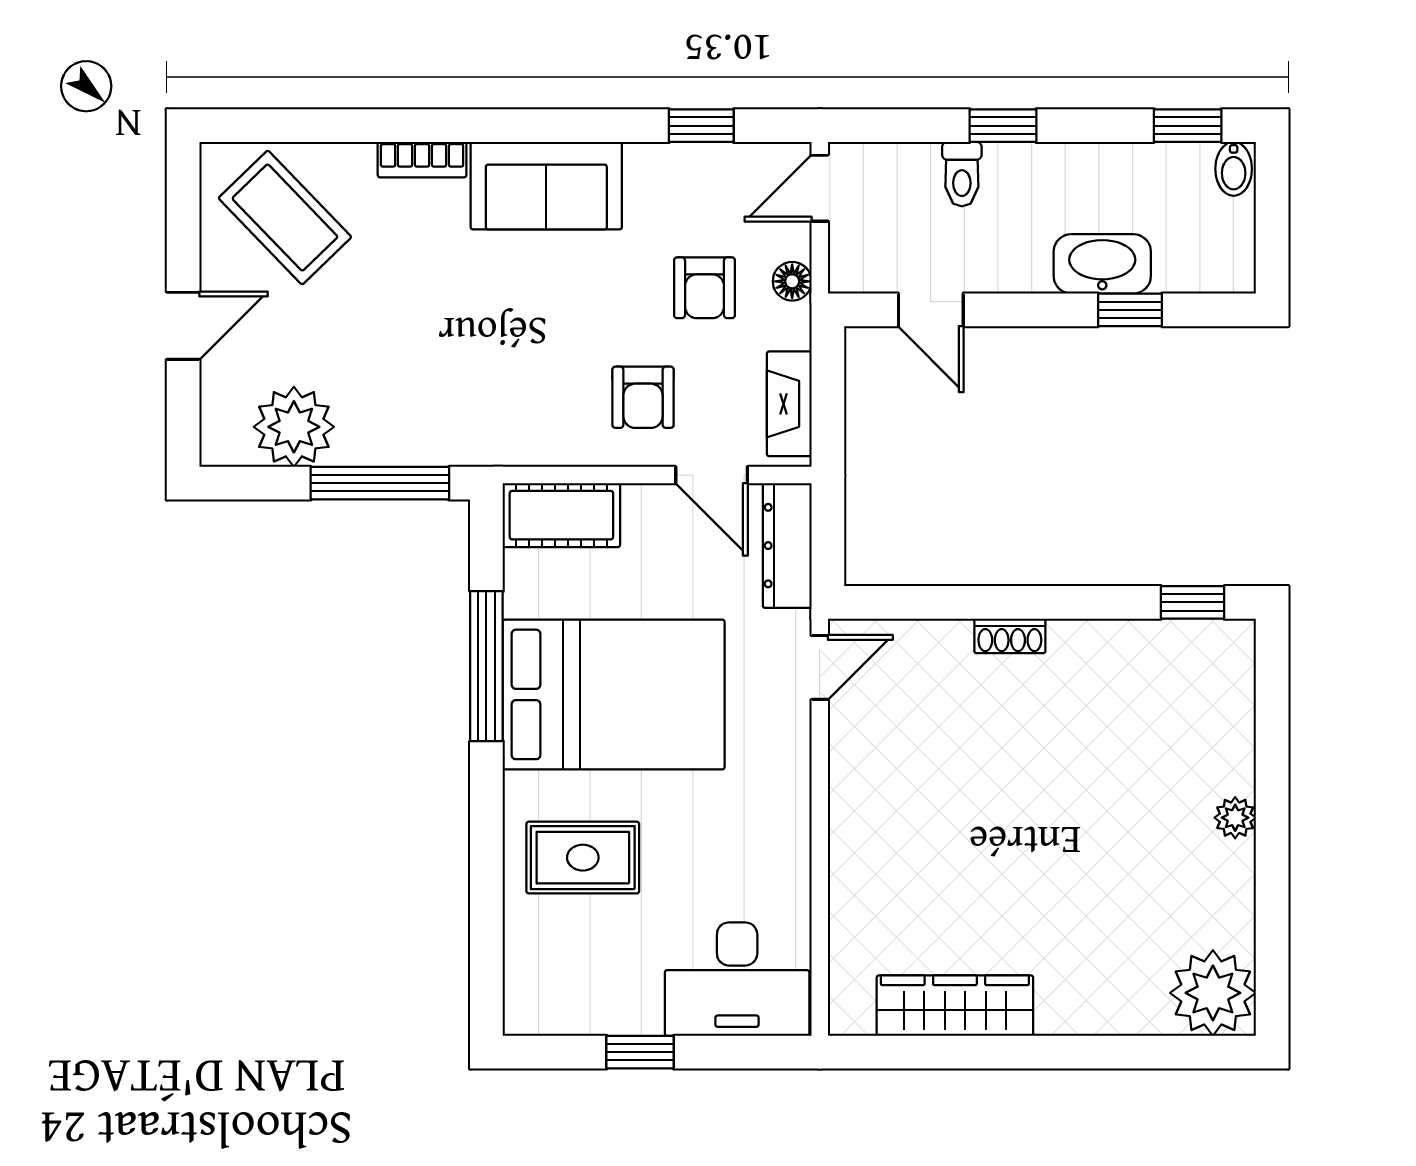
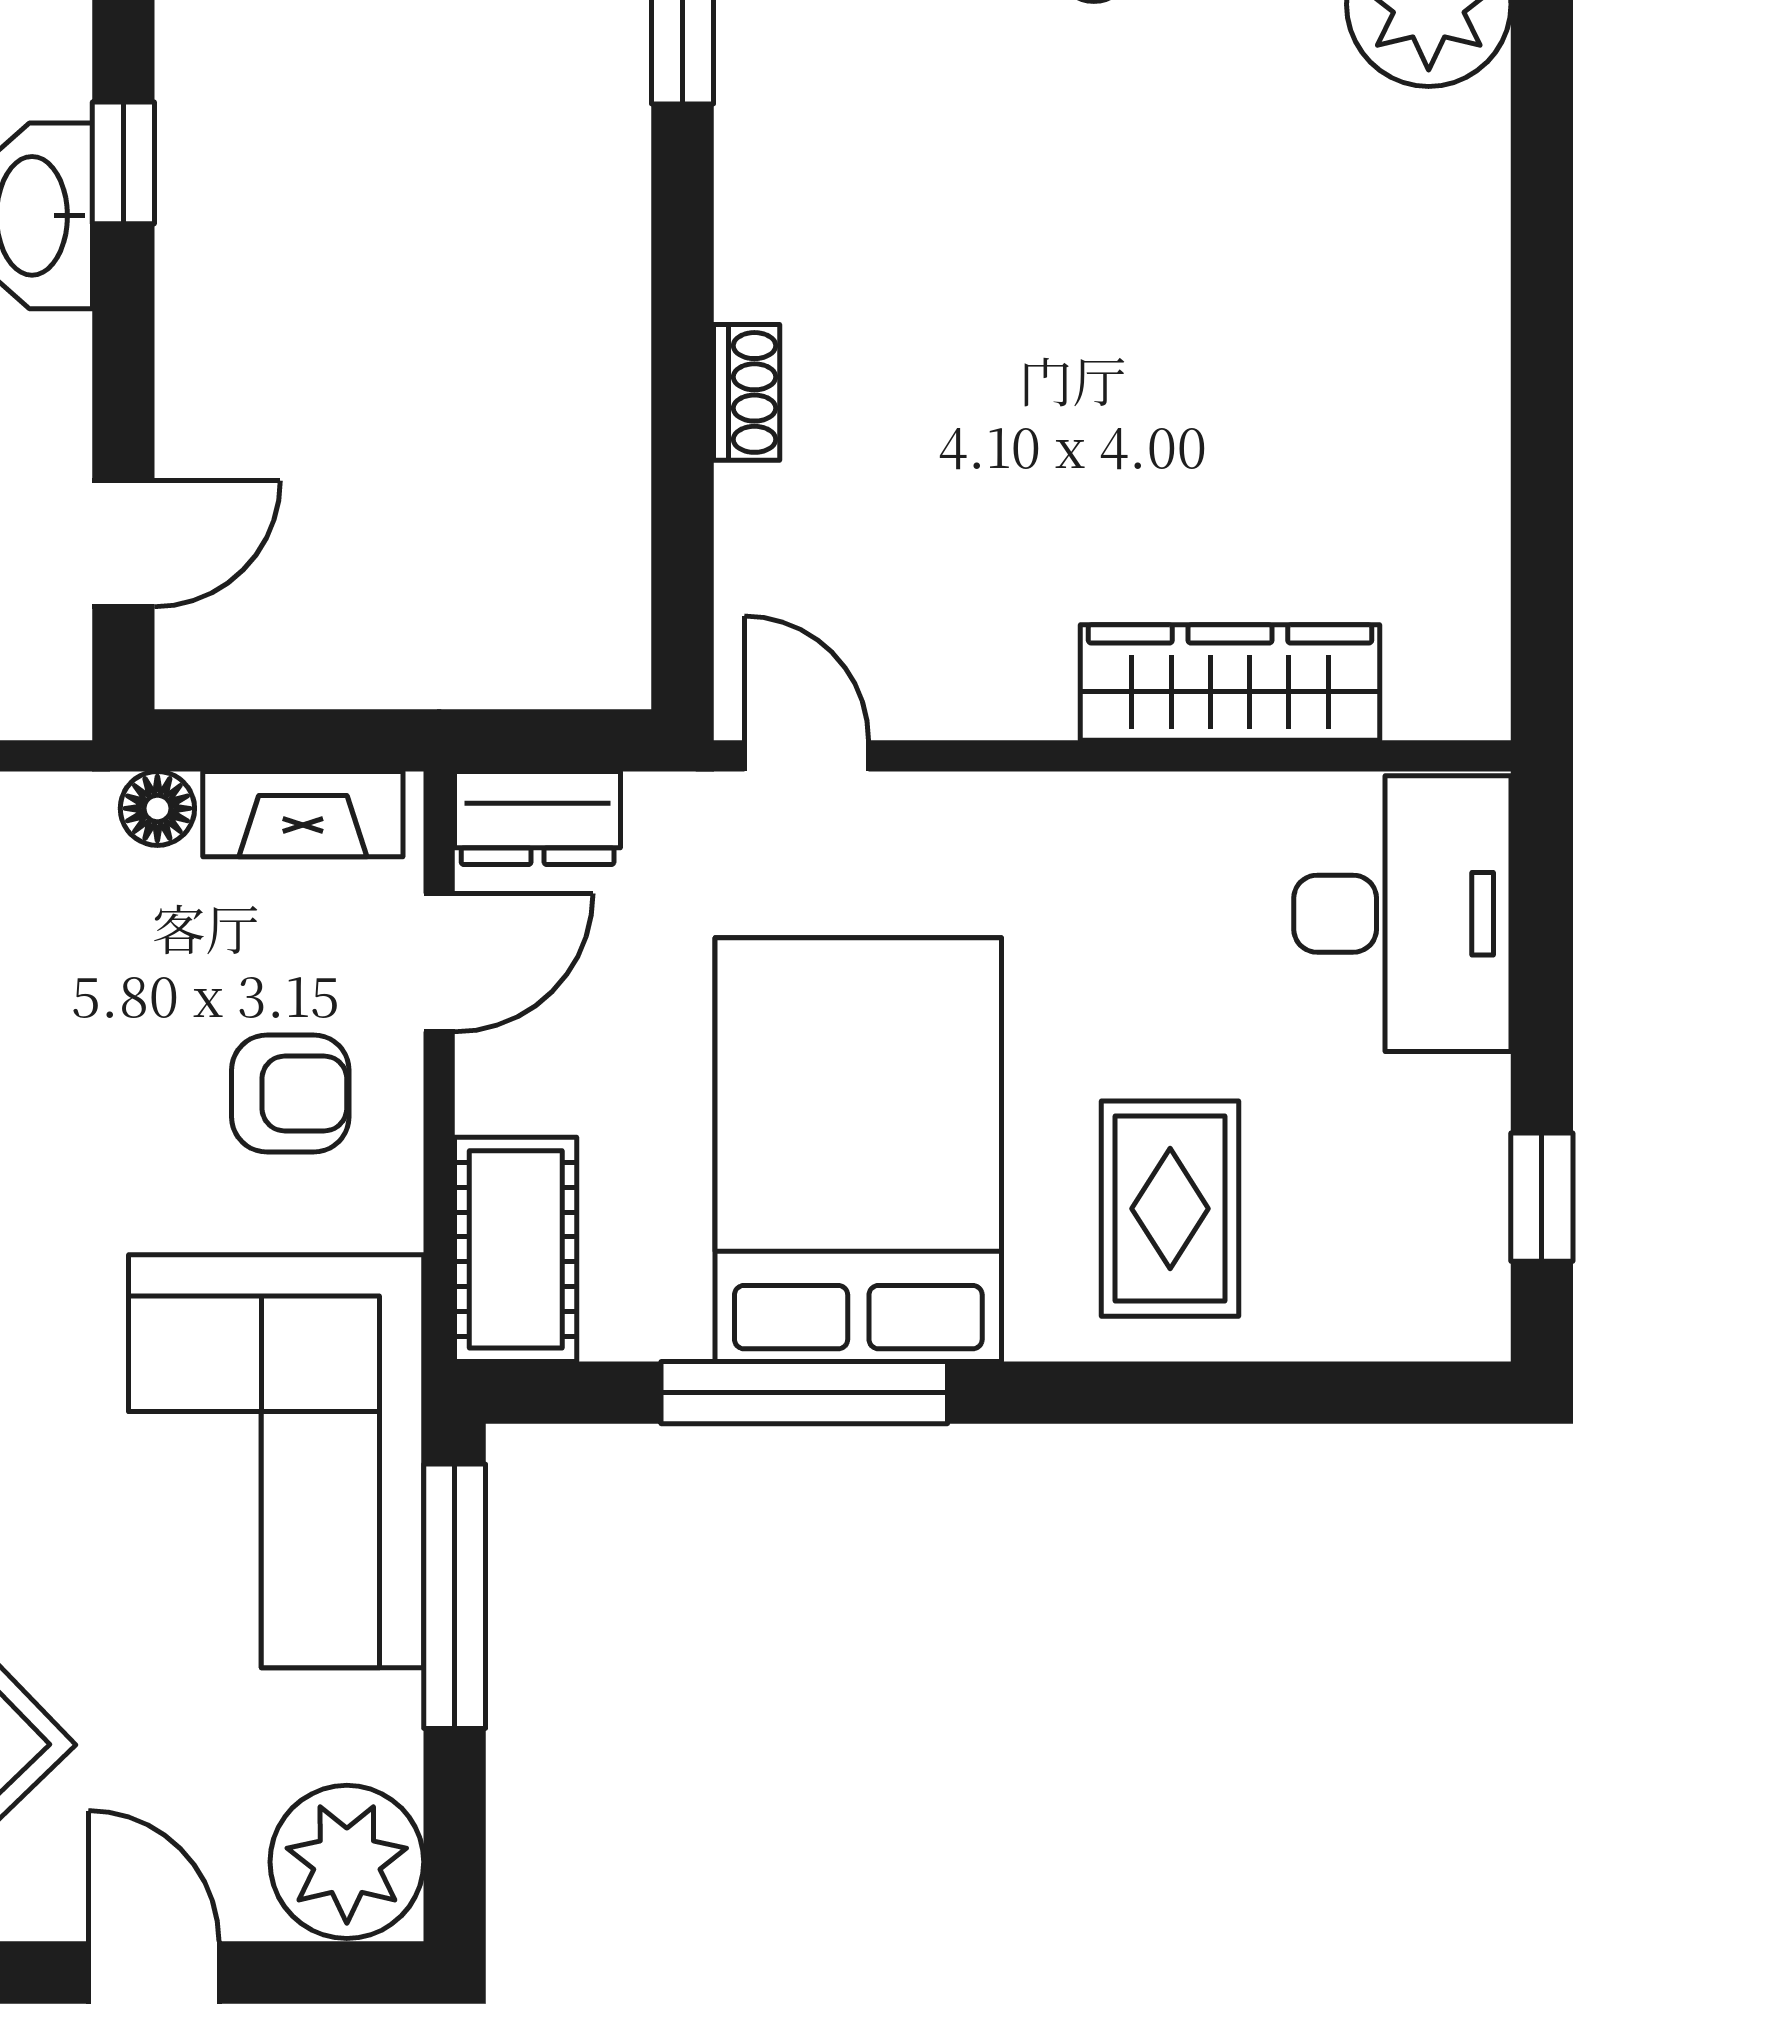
floor lamp: (792, 281) -> (157, 808), moved
armchair: (704, 288) -> (81, 976), removed
corner sofa: (451, 390) -> (276, 1461), added
plant: (294, 427) -> (347, 1862), moved
dresser: (787, 546) -> (538, 818), width x0.70
wardrobe: (955, 1006) -> (1230, 683), moved, turned 90
window: (640, 1052) -> (1542, 1197), moved

